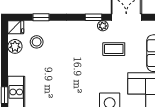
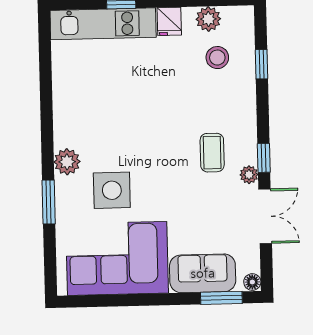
fridge: (16, 27) -> (169, 21), moved
coffee table: (114, 49) -> (212, 153), moved

